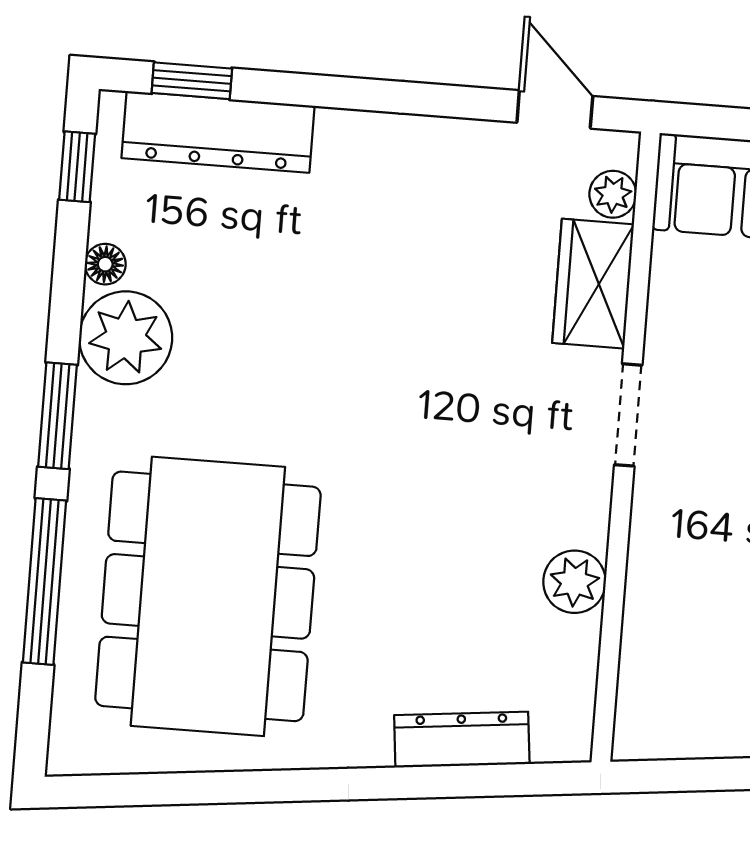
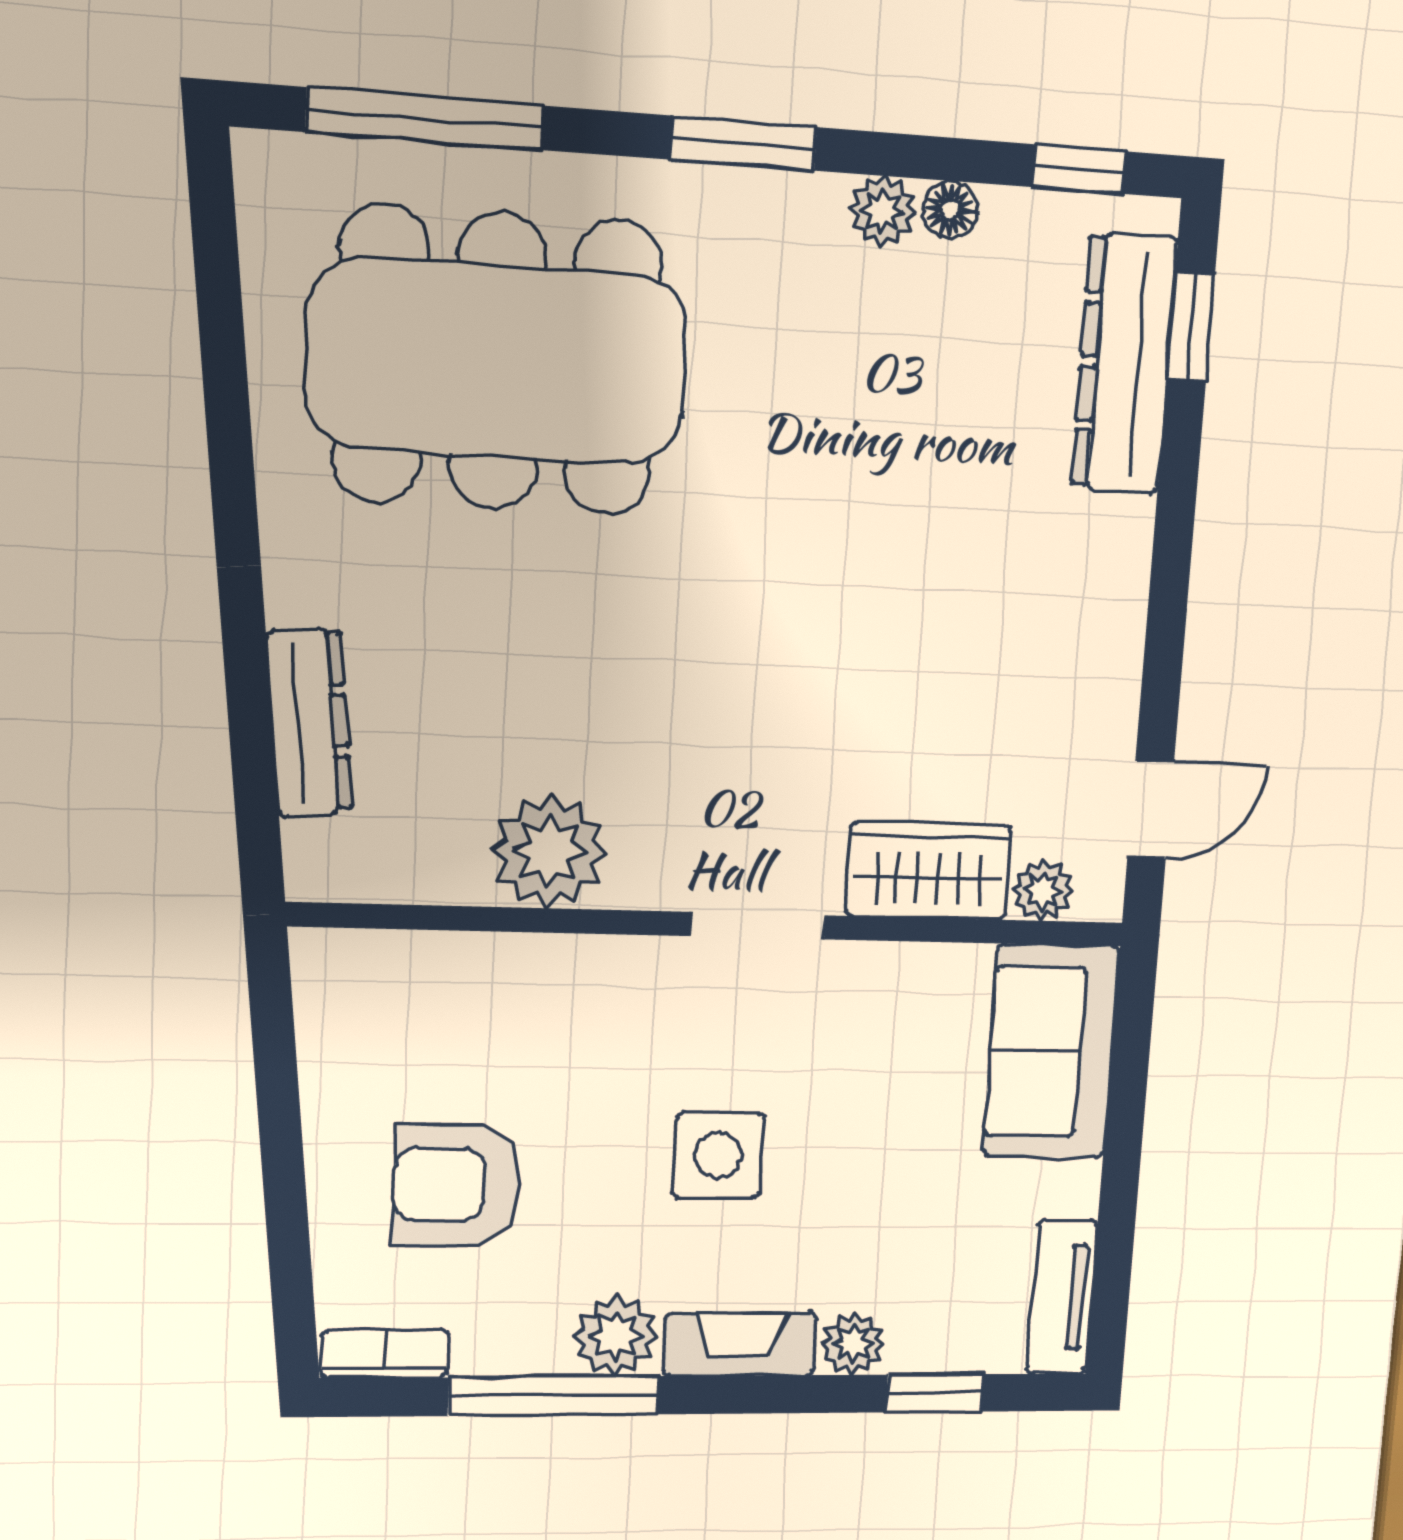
plant: (126, 338) -> (883, 211), width x0.53, depth x0.53
window: (45, 582) -> (425, 119), moved
plant: (575, 582) -> (549, 851), width x1.36, depth x1.36

